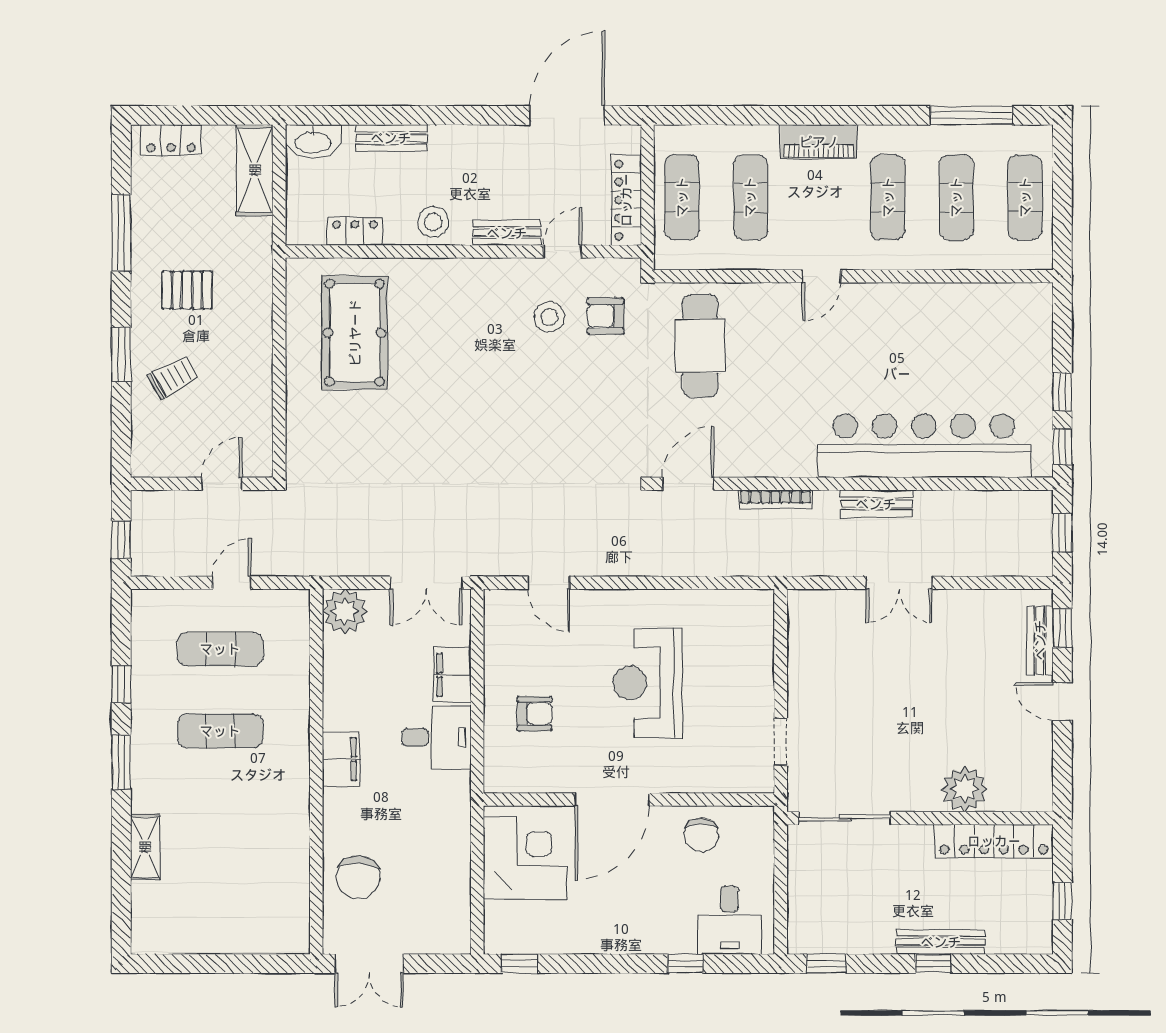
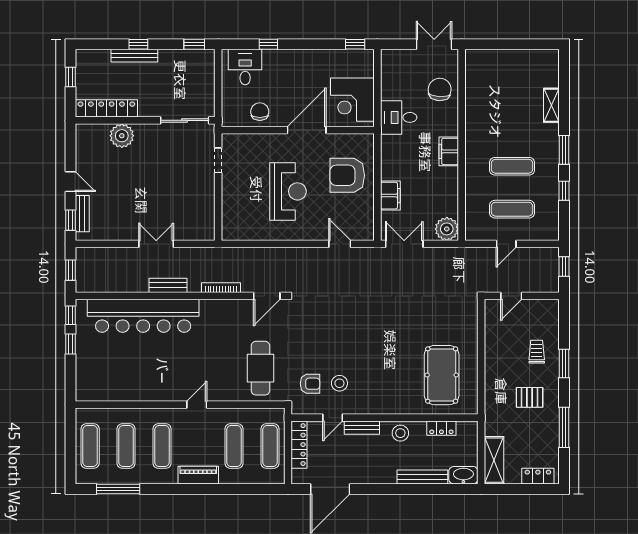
bench: (391, 138) -> (422, 477), width x1.36
trolley: (173, 377) -> (537, 352), turned 119
armchair: (535, 714) -> (347, 175), width x1.88, depth x1.88
desk: (437, 737) -> (399, 117), moved

